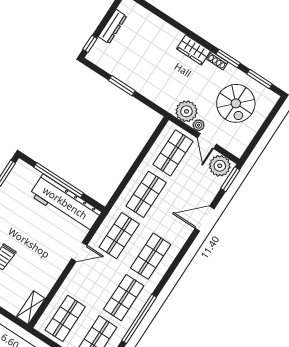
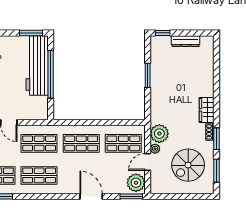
workbench: (65, 203) -> (37, 65), moved

